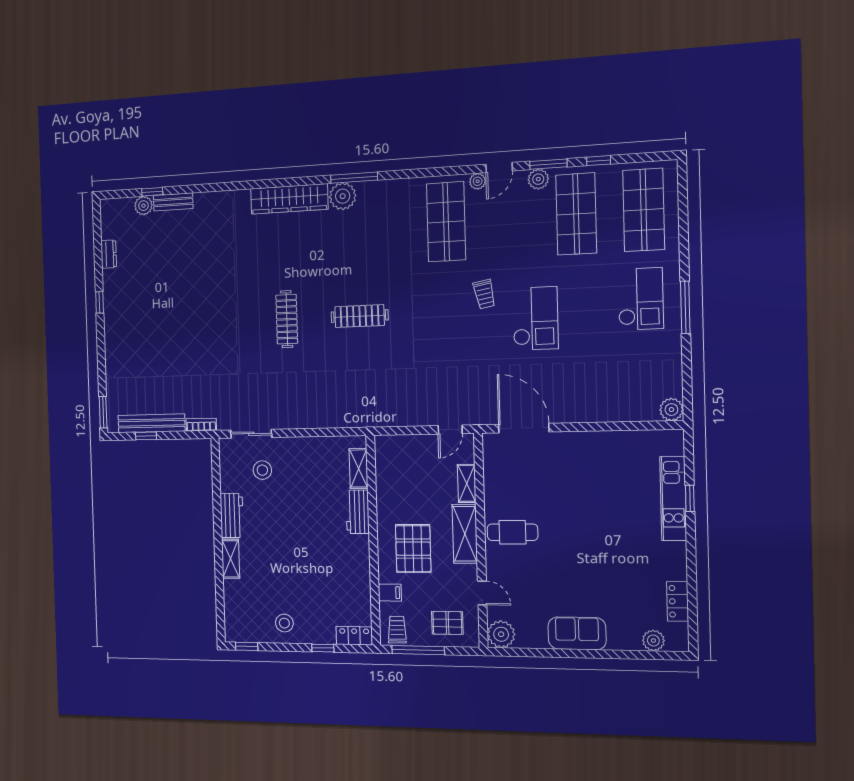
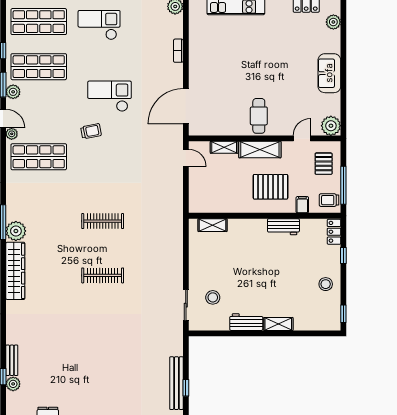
clothes rail: (360, 316) -> (103, 221), turned 90
bookcase: (201, 425) -> (178, 51), moved
workbench: (358, 512) -> (283, 227), moved

